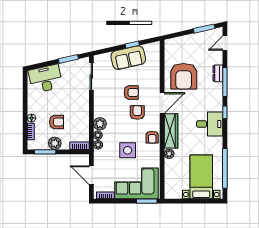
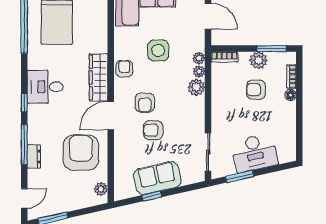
desk: (45, 79) -> (255, 153), moved
plant: (169, 154) -> (101, 189), moved

